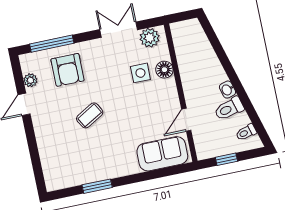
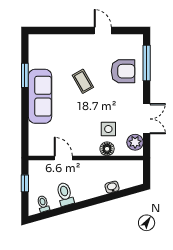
armchair: (68, 70) -> (123, 71), turned 180
plant: (30, 80) -> (121, 40), removed
washbasin: (227, 90) -> (112, 187), moved
sofa: (162, 154) -> (40, 96), moved, width x1.36

